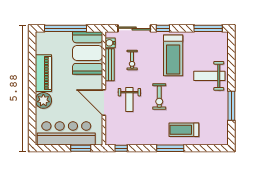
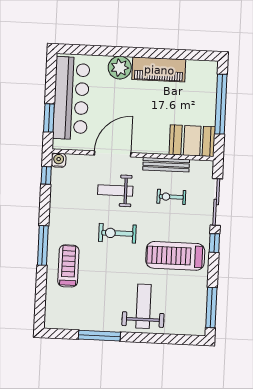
water cooler: (110, 43) -> (59, 160), moved
booth: (88, 53) -> (192, 141), width x0.73, depth x0.70

